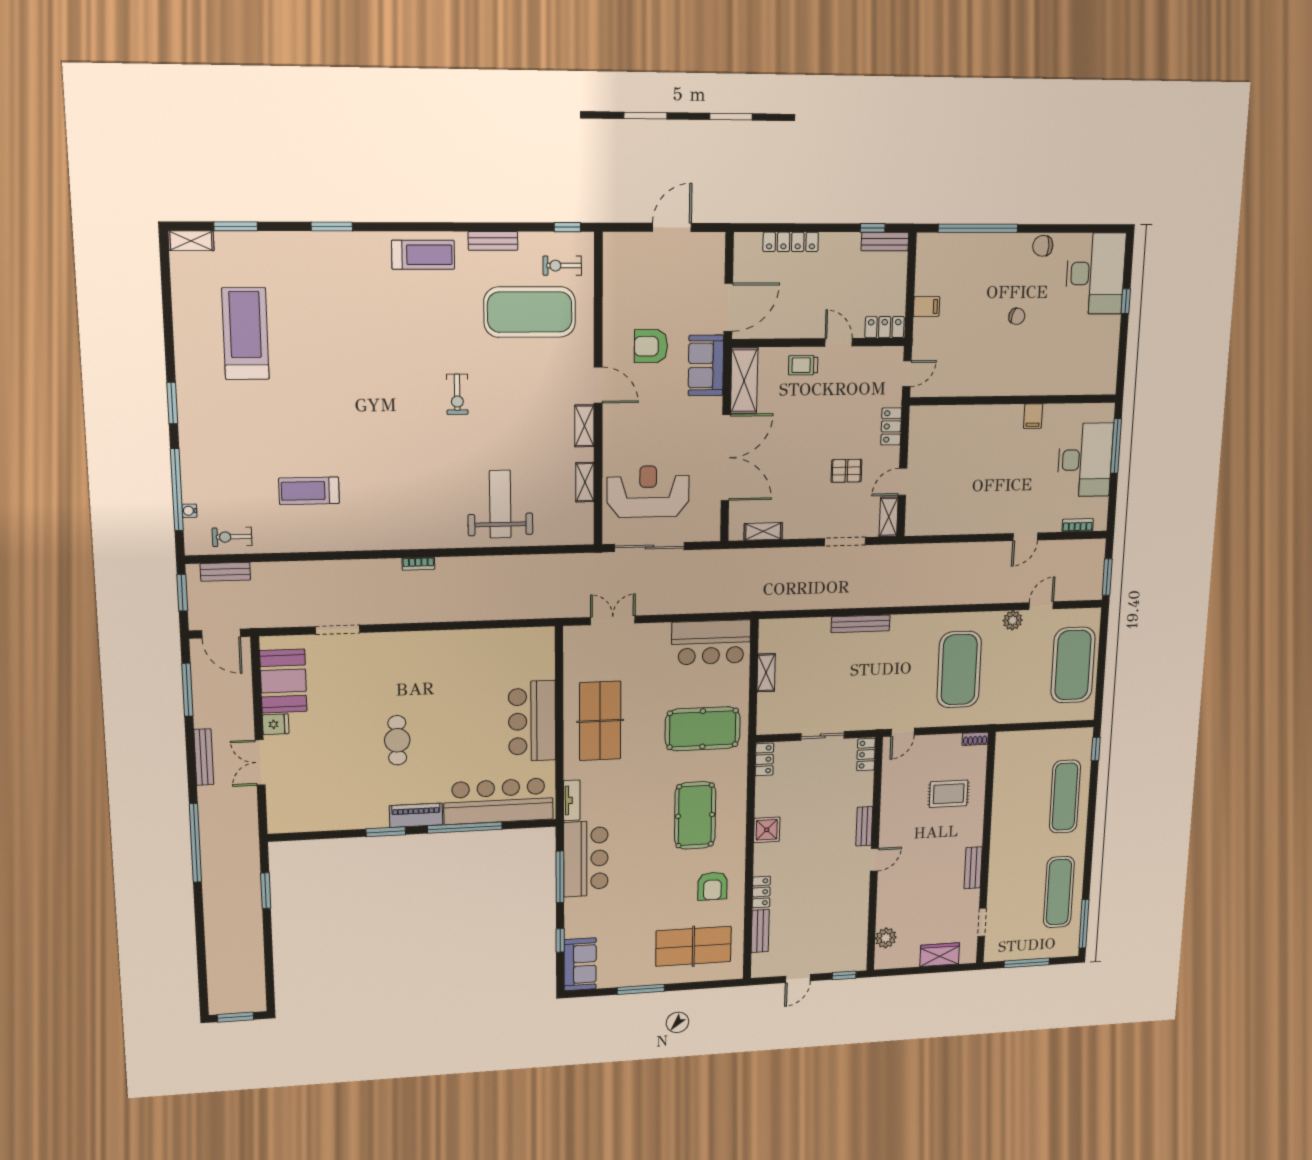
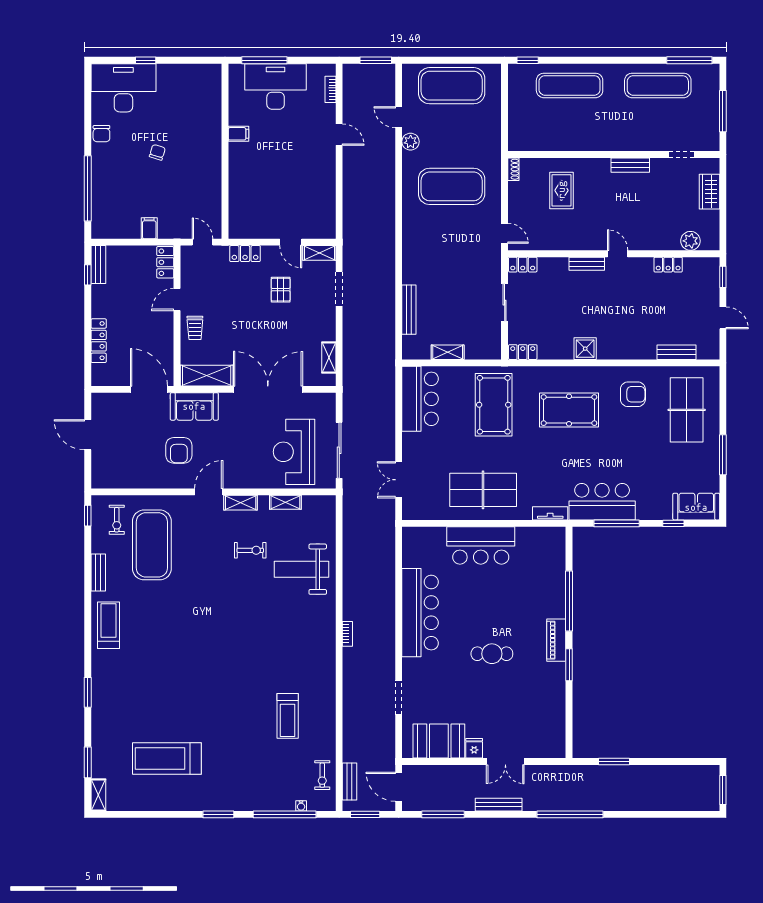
exercise bike: (457, 394) -> (250, 550), moved
bench: (861, 624) -> (409, 310), moved
door: (221, 634) -> (399, 787), swing flipped
bar counter: (499, 801) -> (420, 613), moved, turned 180
locker: (761, 892) -> (668, 265), moved, turned 180

